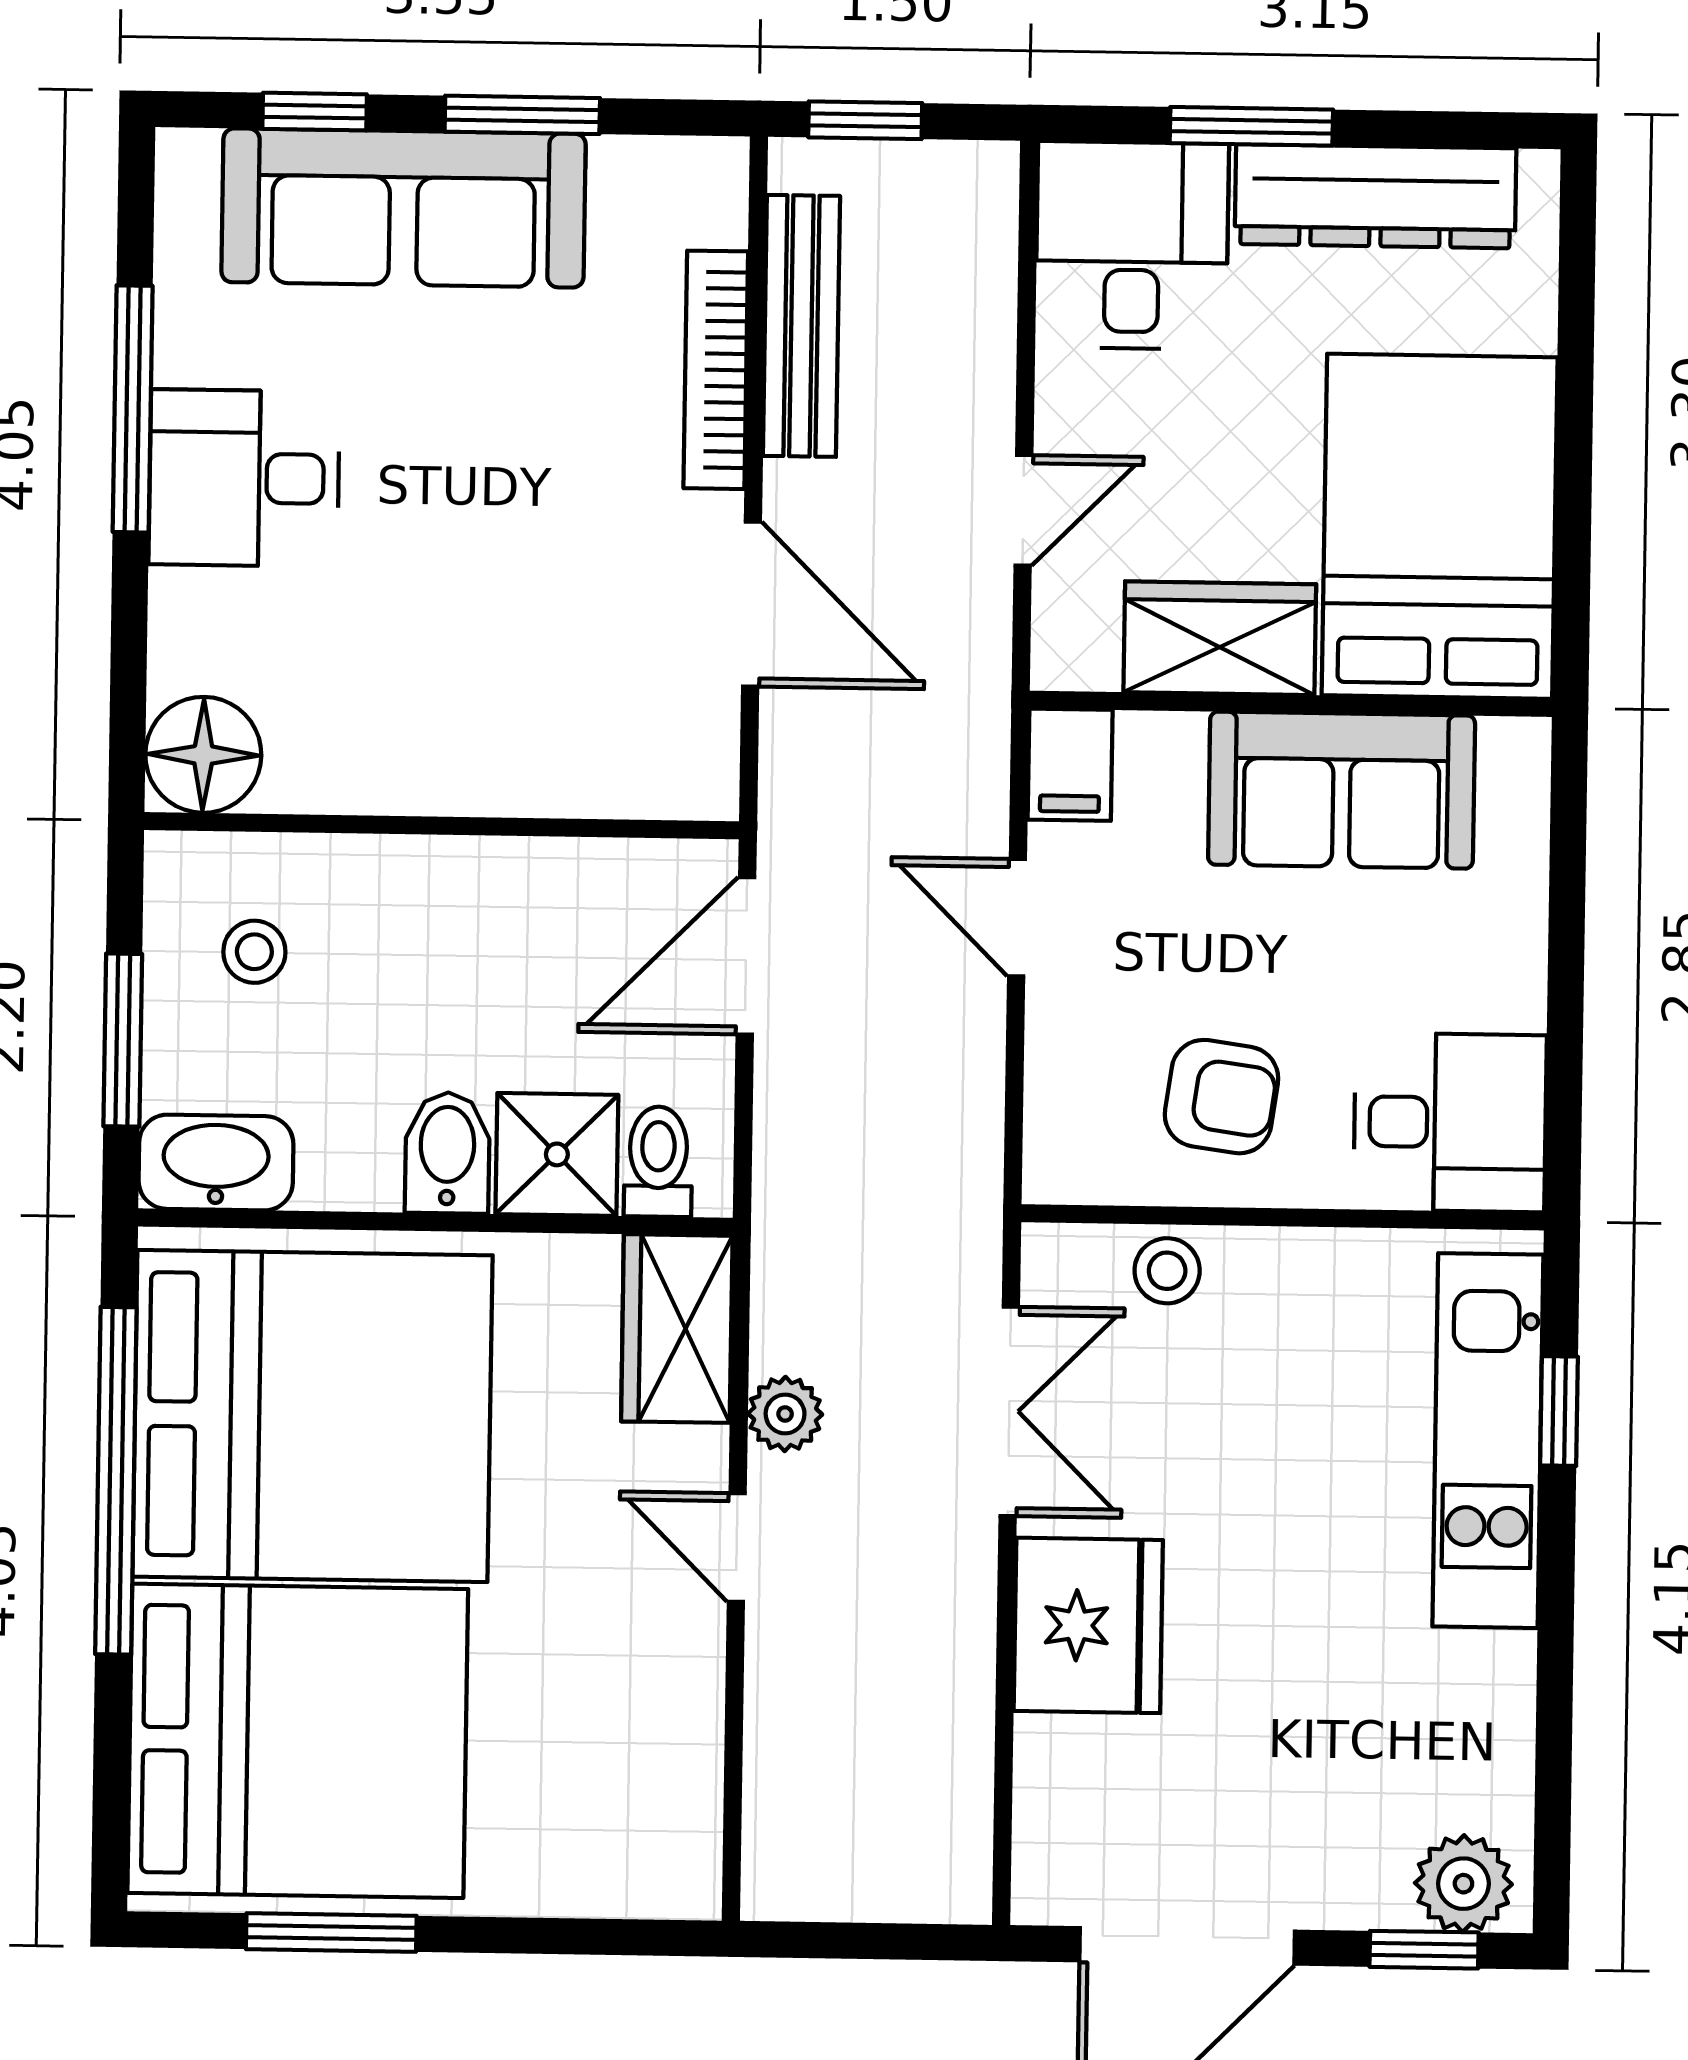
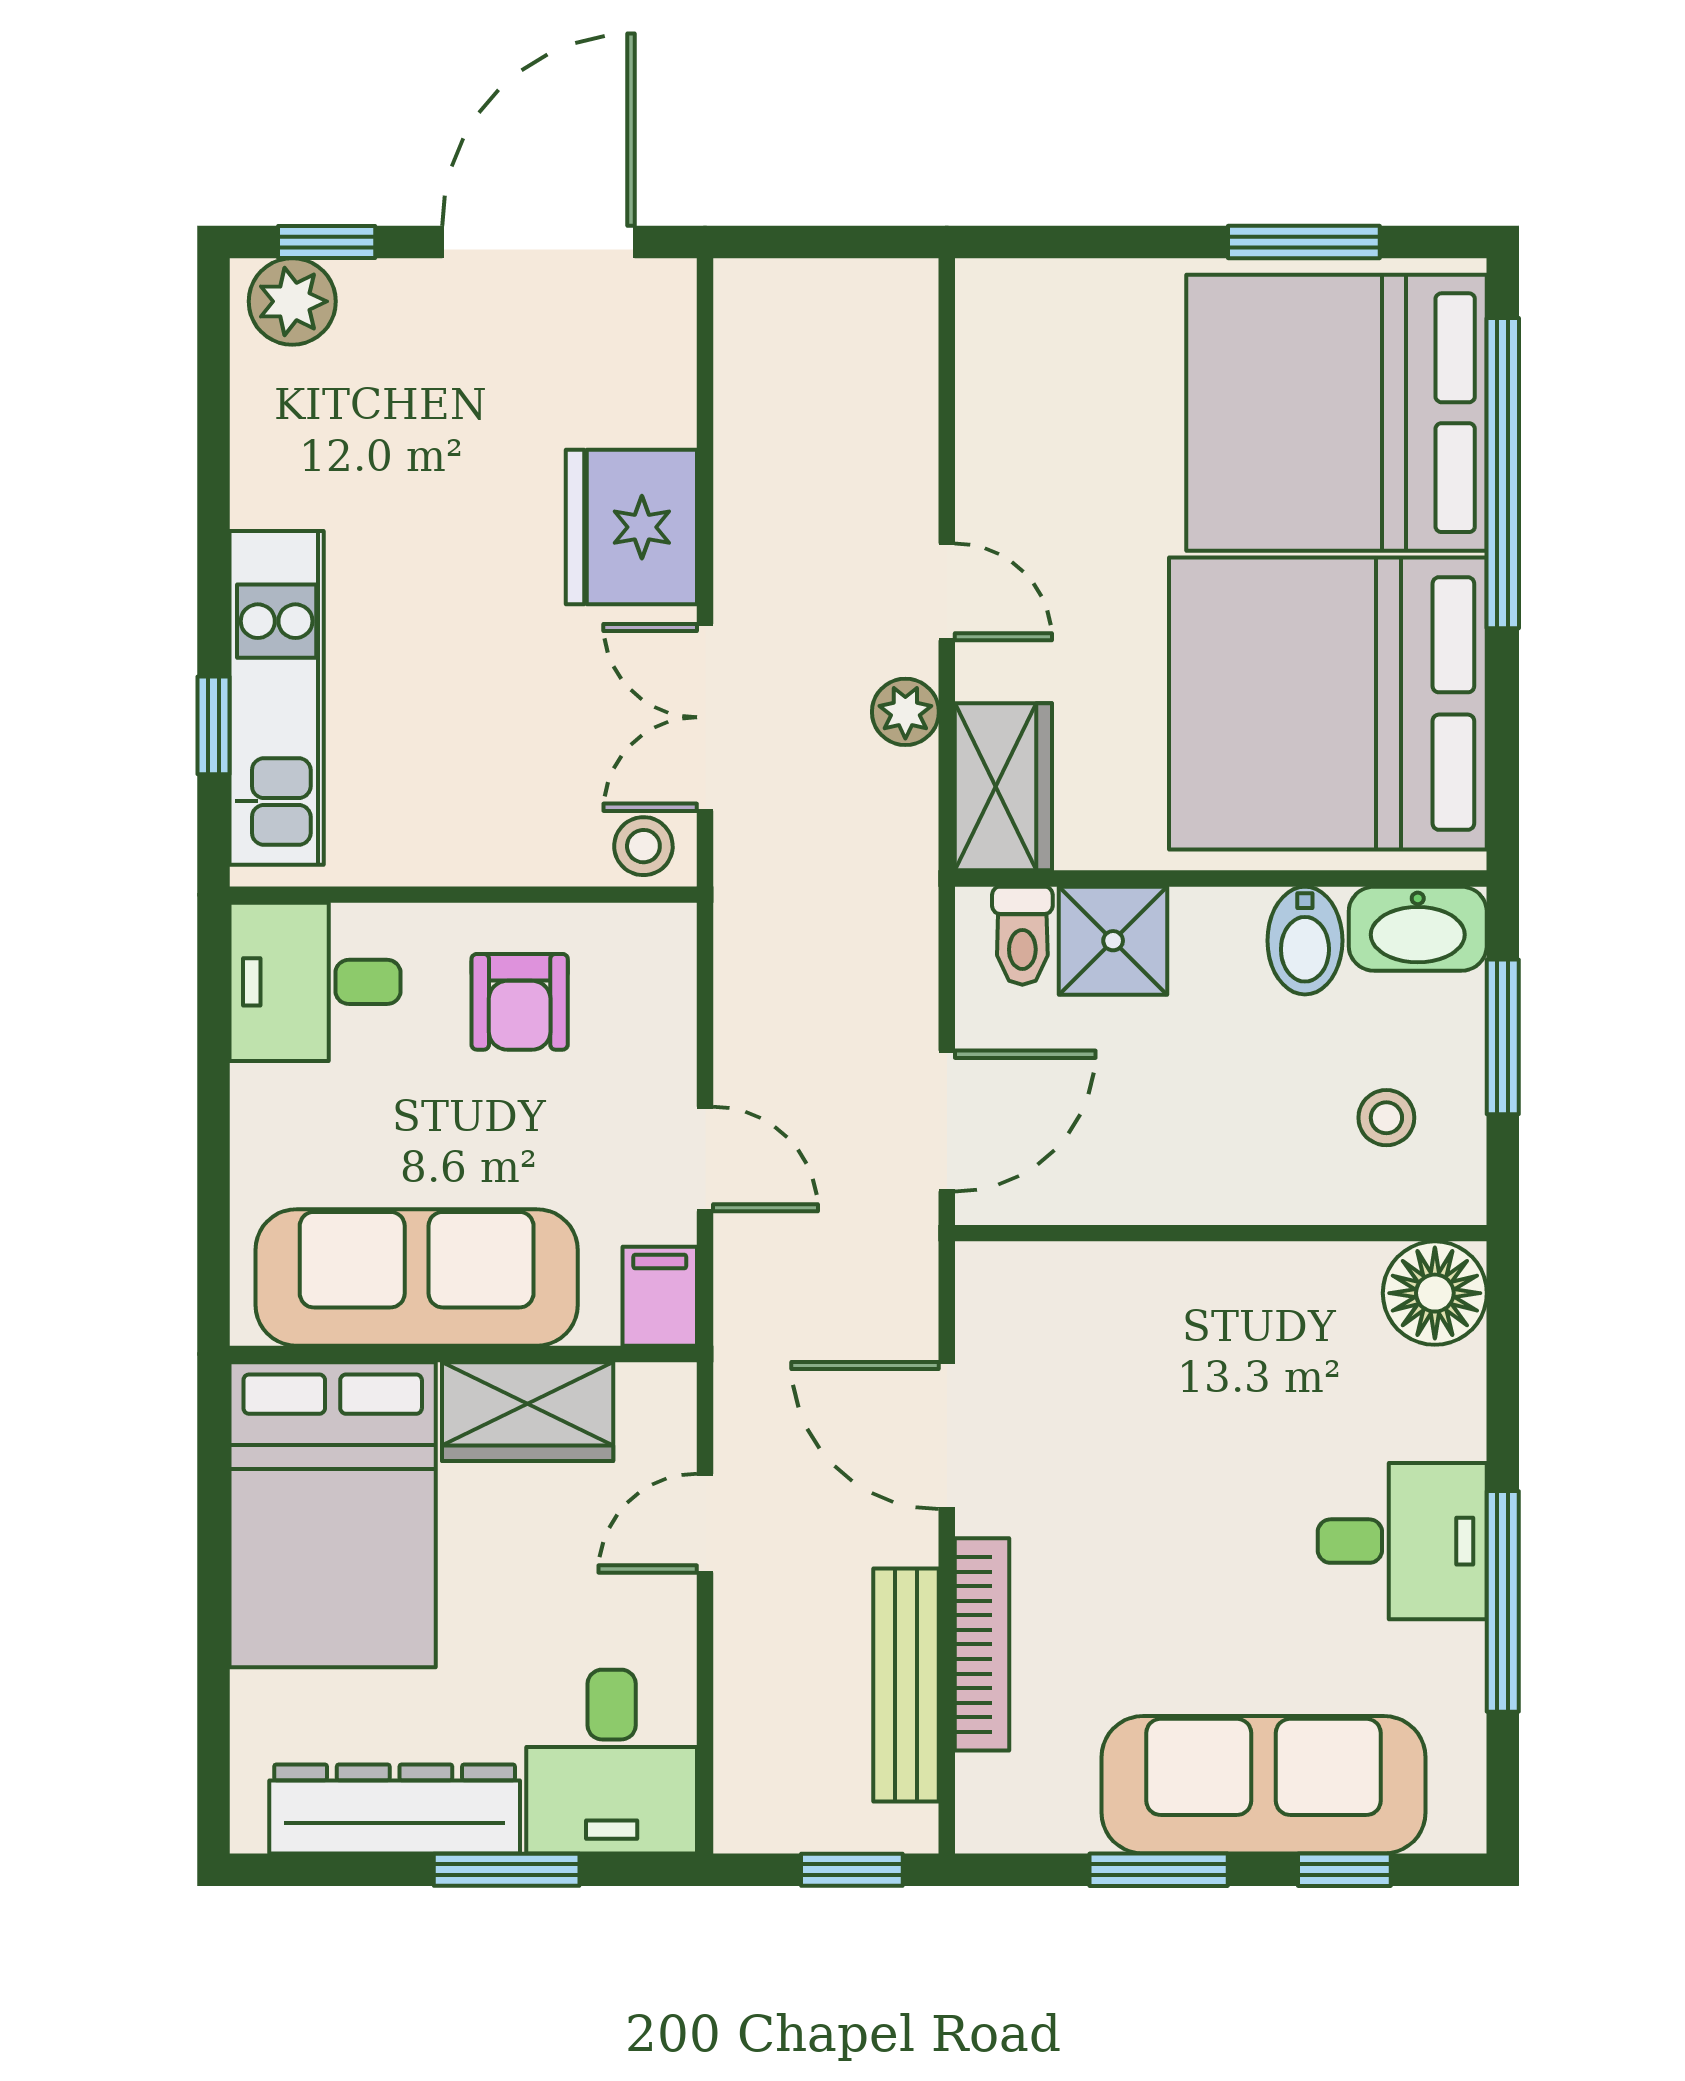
sofa: (1342, 790) -> (417, 1277), width x1.36
armchair: (1222, 1097) -> (520, 1002), turned -98
bidet: (447, 1153) -> (1305, 941), moved
stool: (1167, 1271) -> (643, 846), moved
window: (116, 1481) -> (1503, 473), moved

